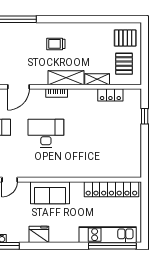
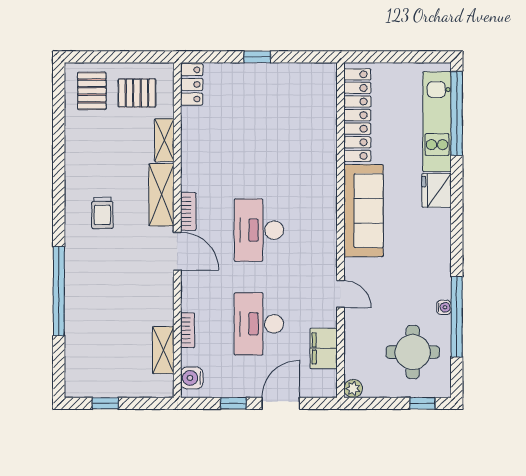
door: (18, 87) -> (177, 251), moved
locker: (110, 95) -> (192, 84), moved
window: (145, 116) -> (257, 57), moved
sofa: (50, 193) -> (363, 211), width x1.36
fridge: (39, 234) -> (437, 190), moved

